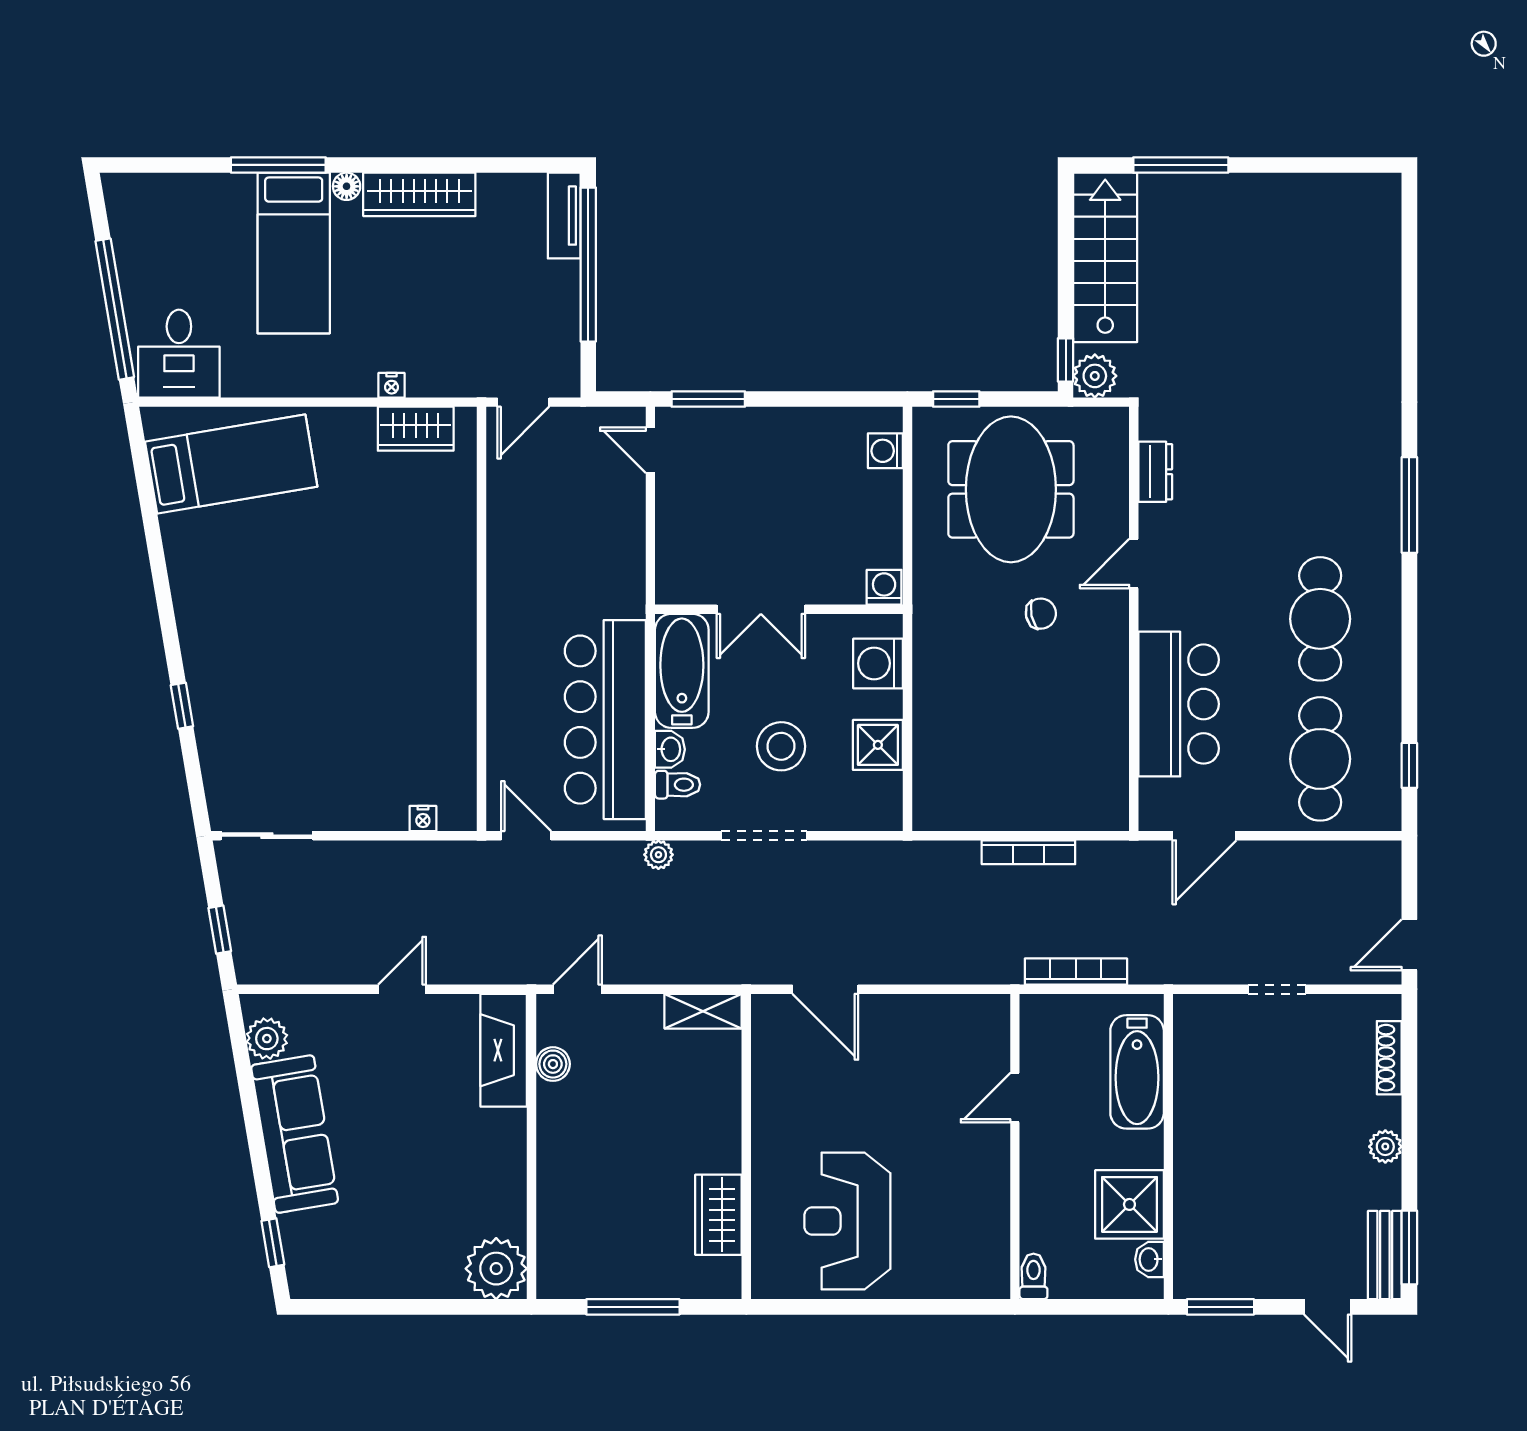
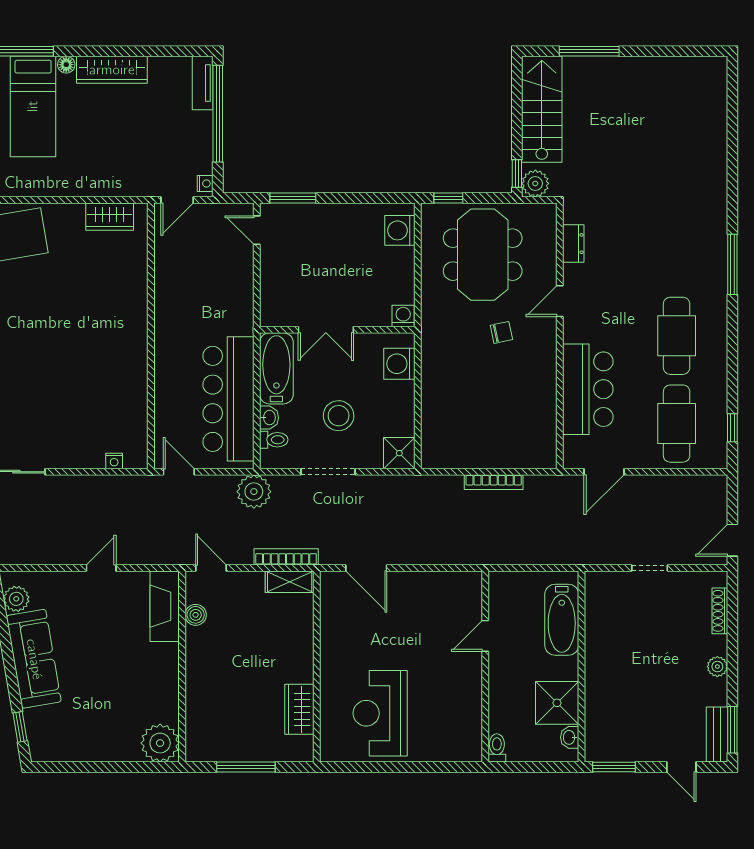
nightstand: (392, 385) -> (205, 184), moved, turned -90
washing machine: (885, 451) -> (400, 230), width x1.38, depth x1.38
shower: (878, 745) -> (399, 453), moved
plant: (658, 855) -> (254, 492), width x1.88, depth x1.88
bookcase: (1076, 971) -> (286, 557), moved
door: (577, 989) -> (211, 568), hinge flipped

